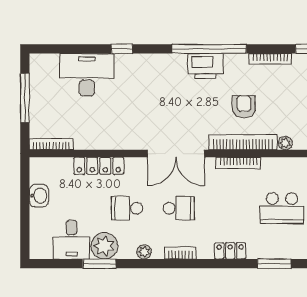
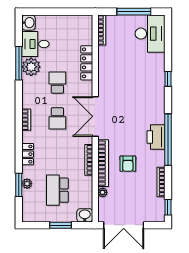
desk: (87, 75) -> (150, 34), moved
armchair: (244, 107) -> (128, 164), turned 90
washbasin: (39, 196) -> (29, 23), moved, turned -90
plant: (144, 252) -> (27, 184), moved
window: (99, 264) -> (19, 63), width x1.44

